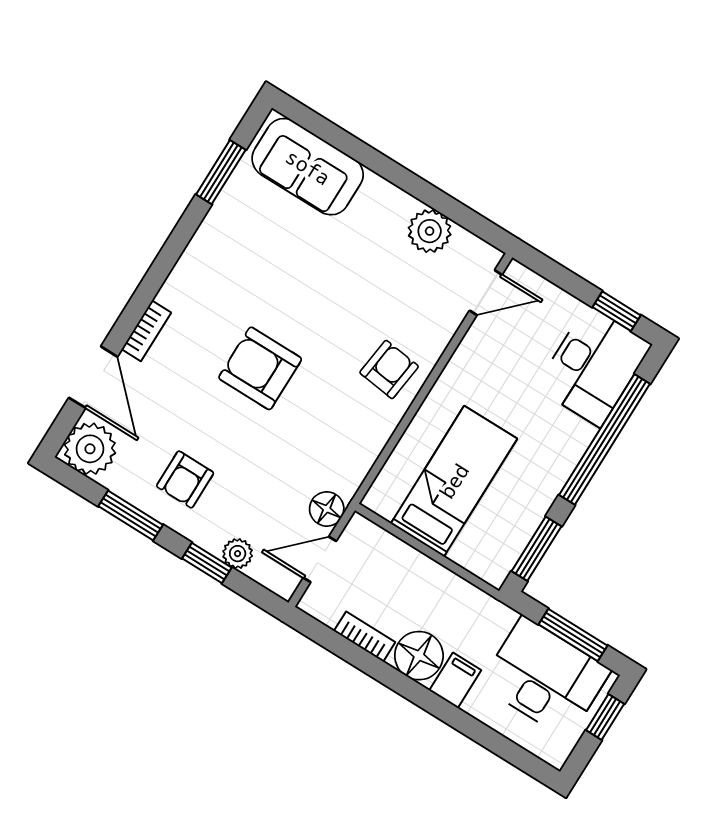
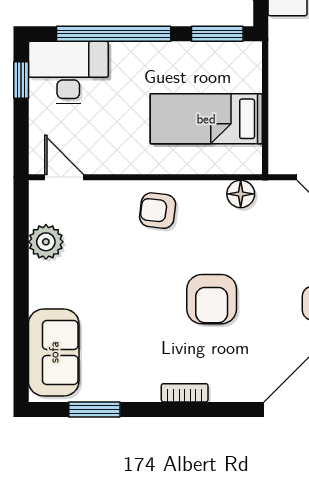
bookcase: (146, 331) -> (185, 393), moved
floor lamp: (327, 509) -> (241, 194), moved

